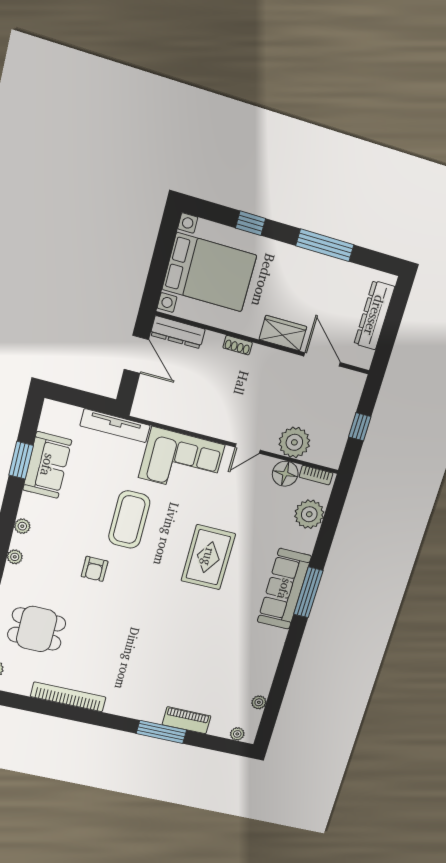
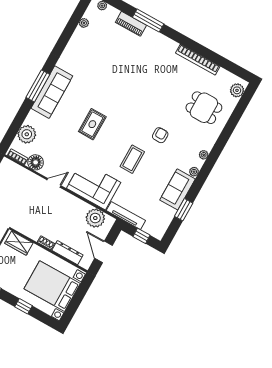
dresser: (178, 332) -> (67, 253), moved
window: (79, 398) -> (141, 236), added
plant: (294, 442) -> (95, 218), moved
sofa: (47, 465) -> (178, 189), moved
coffee table: (129, 520) -> (132, 159), width x0.73, depth x0.76
rug: (208, 557) -> (92, 124), width x0.73, depth x0.70

